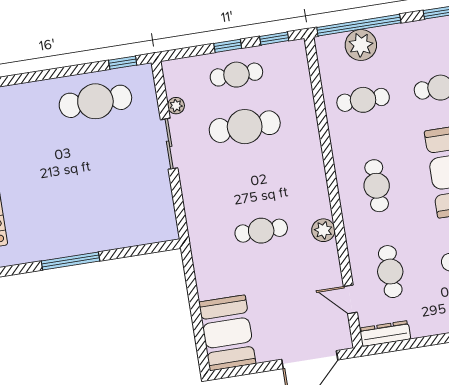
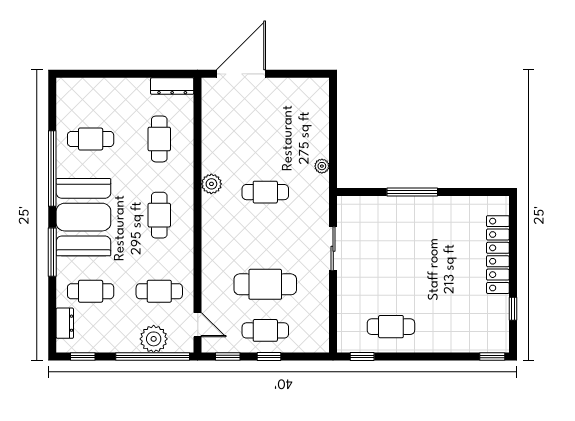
cafe table: (95, 101) -> (391, 327), width x0.73, depth x0.74
plant: (176, 106) -> (322, 166), moved
sliding door: (169, 144) -> (333, 249), moved
window: (70, 261) -> (412, 192), moved
door: (350, 299) -> (198, 325), moved
booth: (227, 333) -> (309, 108), removed

